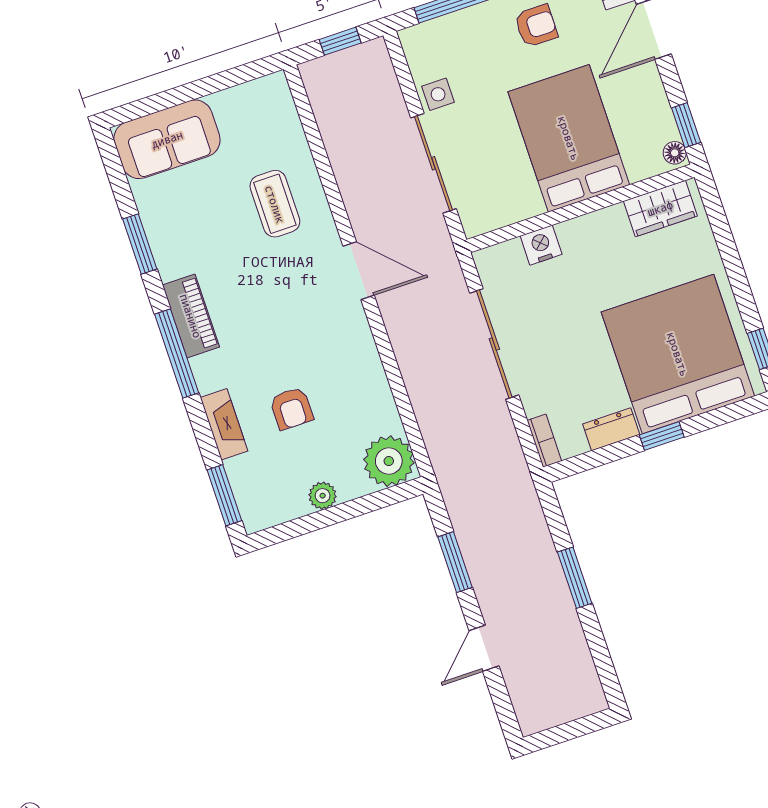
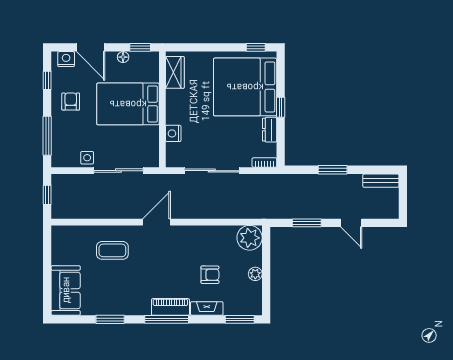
floor lamp: (675, 153) -> (123, 57), moved
piano: (191, 316) -> (170, 307), moved
bench: (585, 678) -> (381, 181), added

